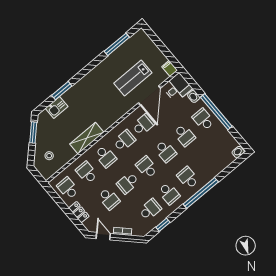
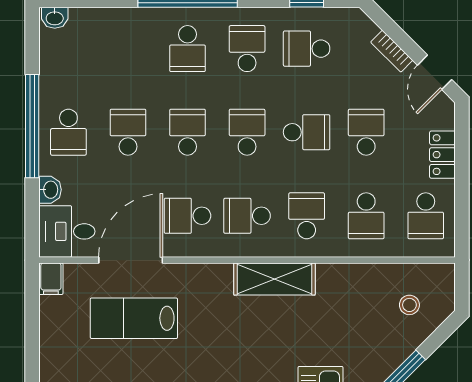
lab bench: (133, 78) -> (134, 318), turned 180
shelving: (87, 138) -> (274, 279), moved
school desk: (147, 167) -> (247, 132), turned 180

